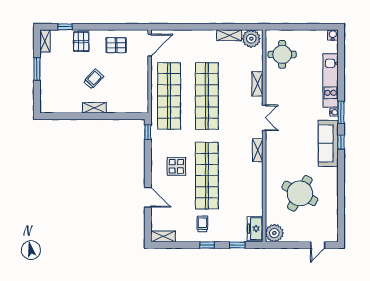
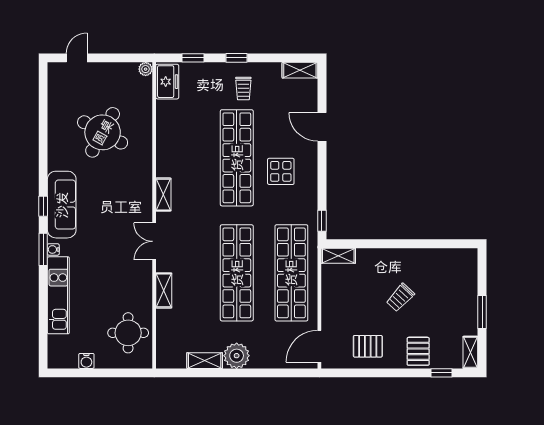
water cooler: (333, 35) -> (86, 361), moved
plant: (251, 39) -> (237, 356), moved
shelving: (94, 108) -> (338, 256), moved
plant: (274, 233) -> (146, 69), width x0.53, depth x0.53

